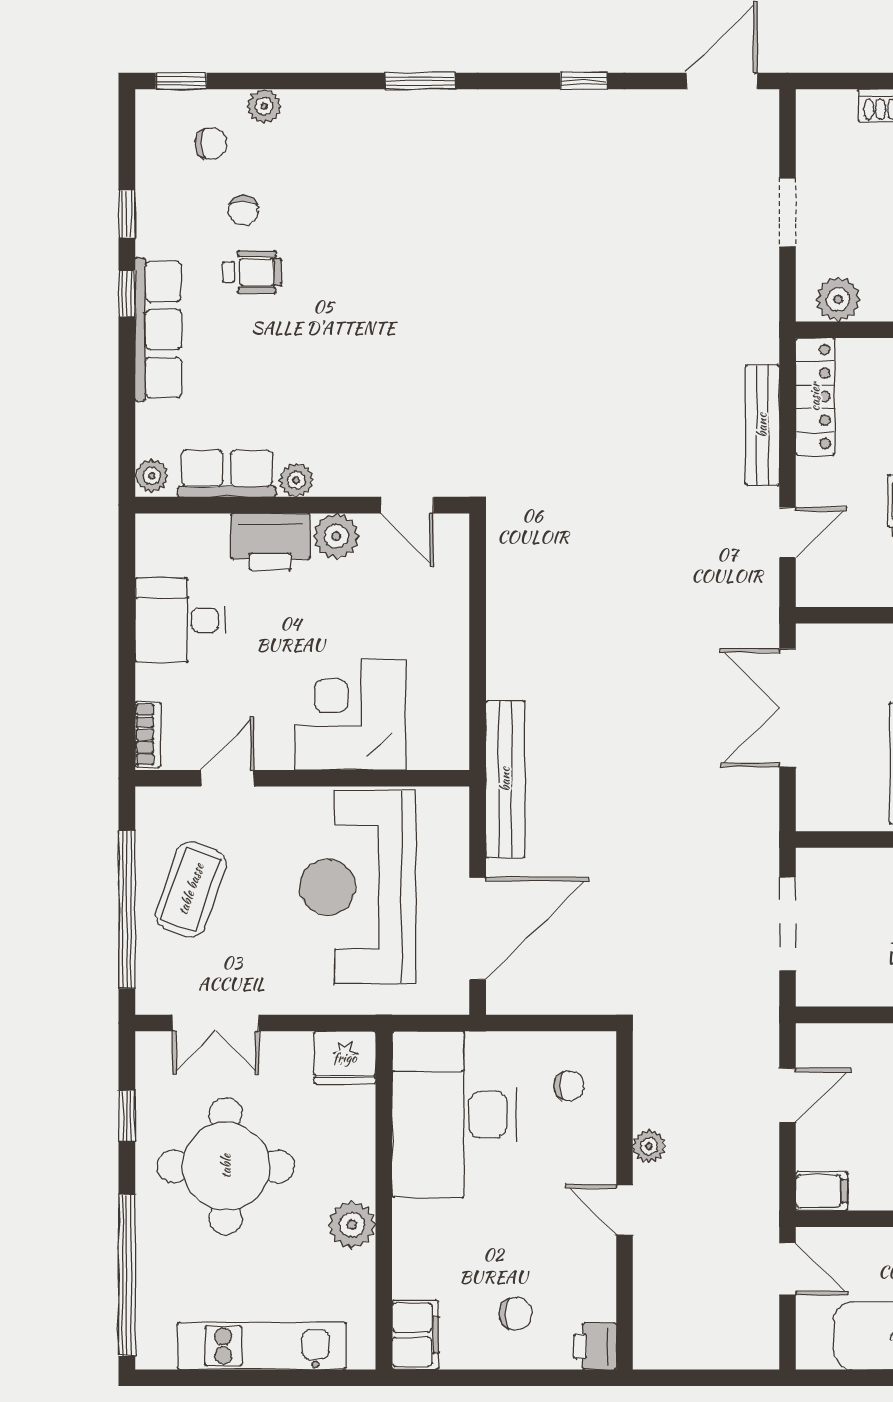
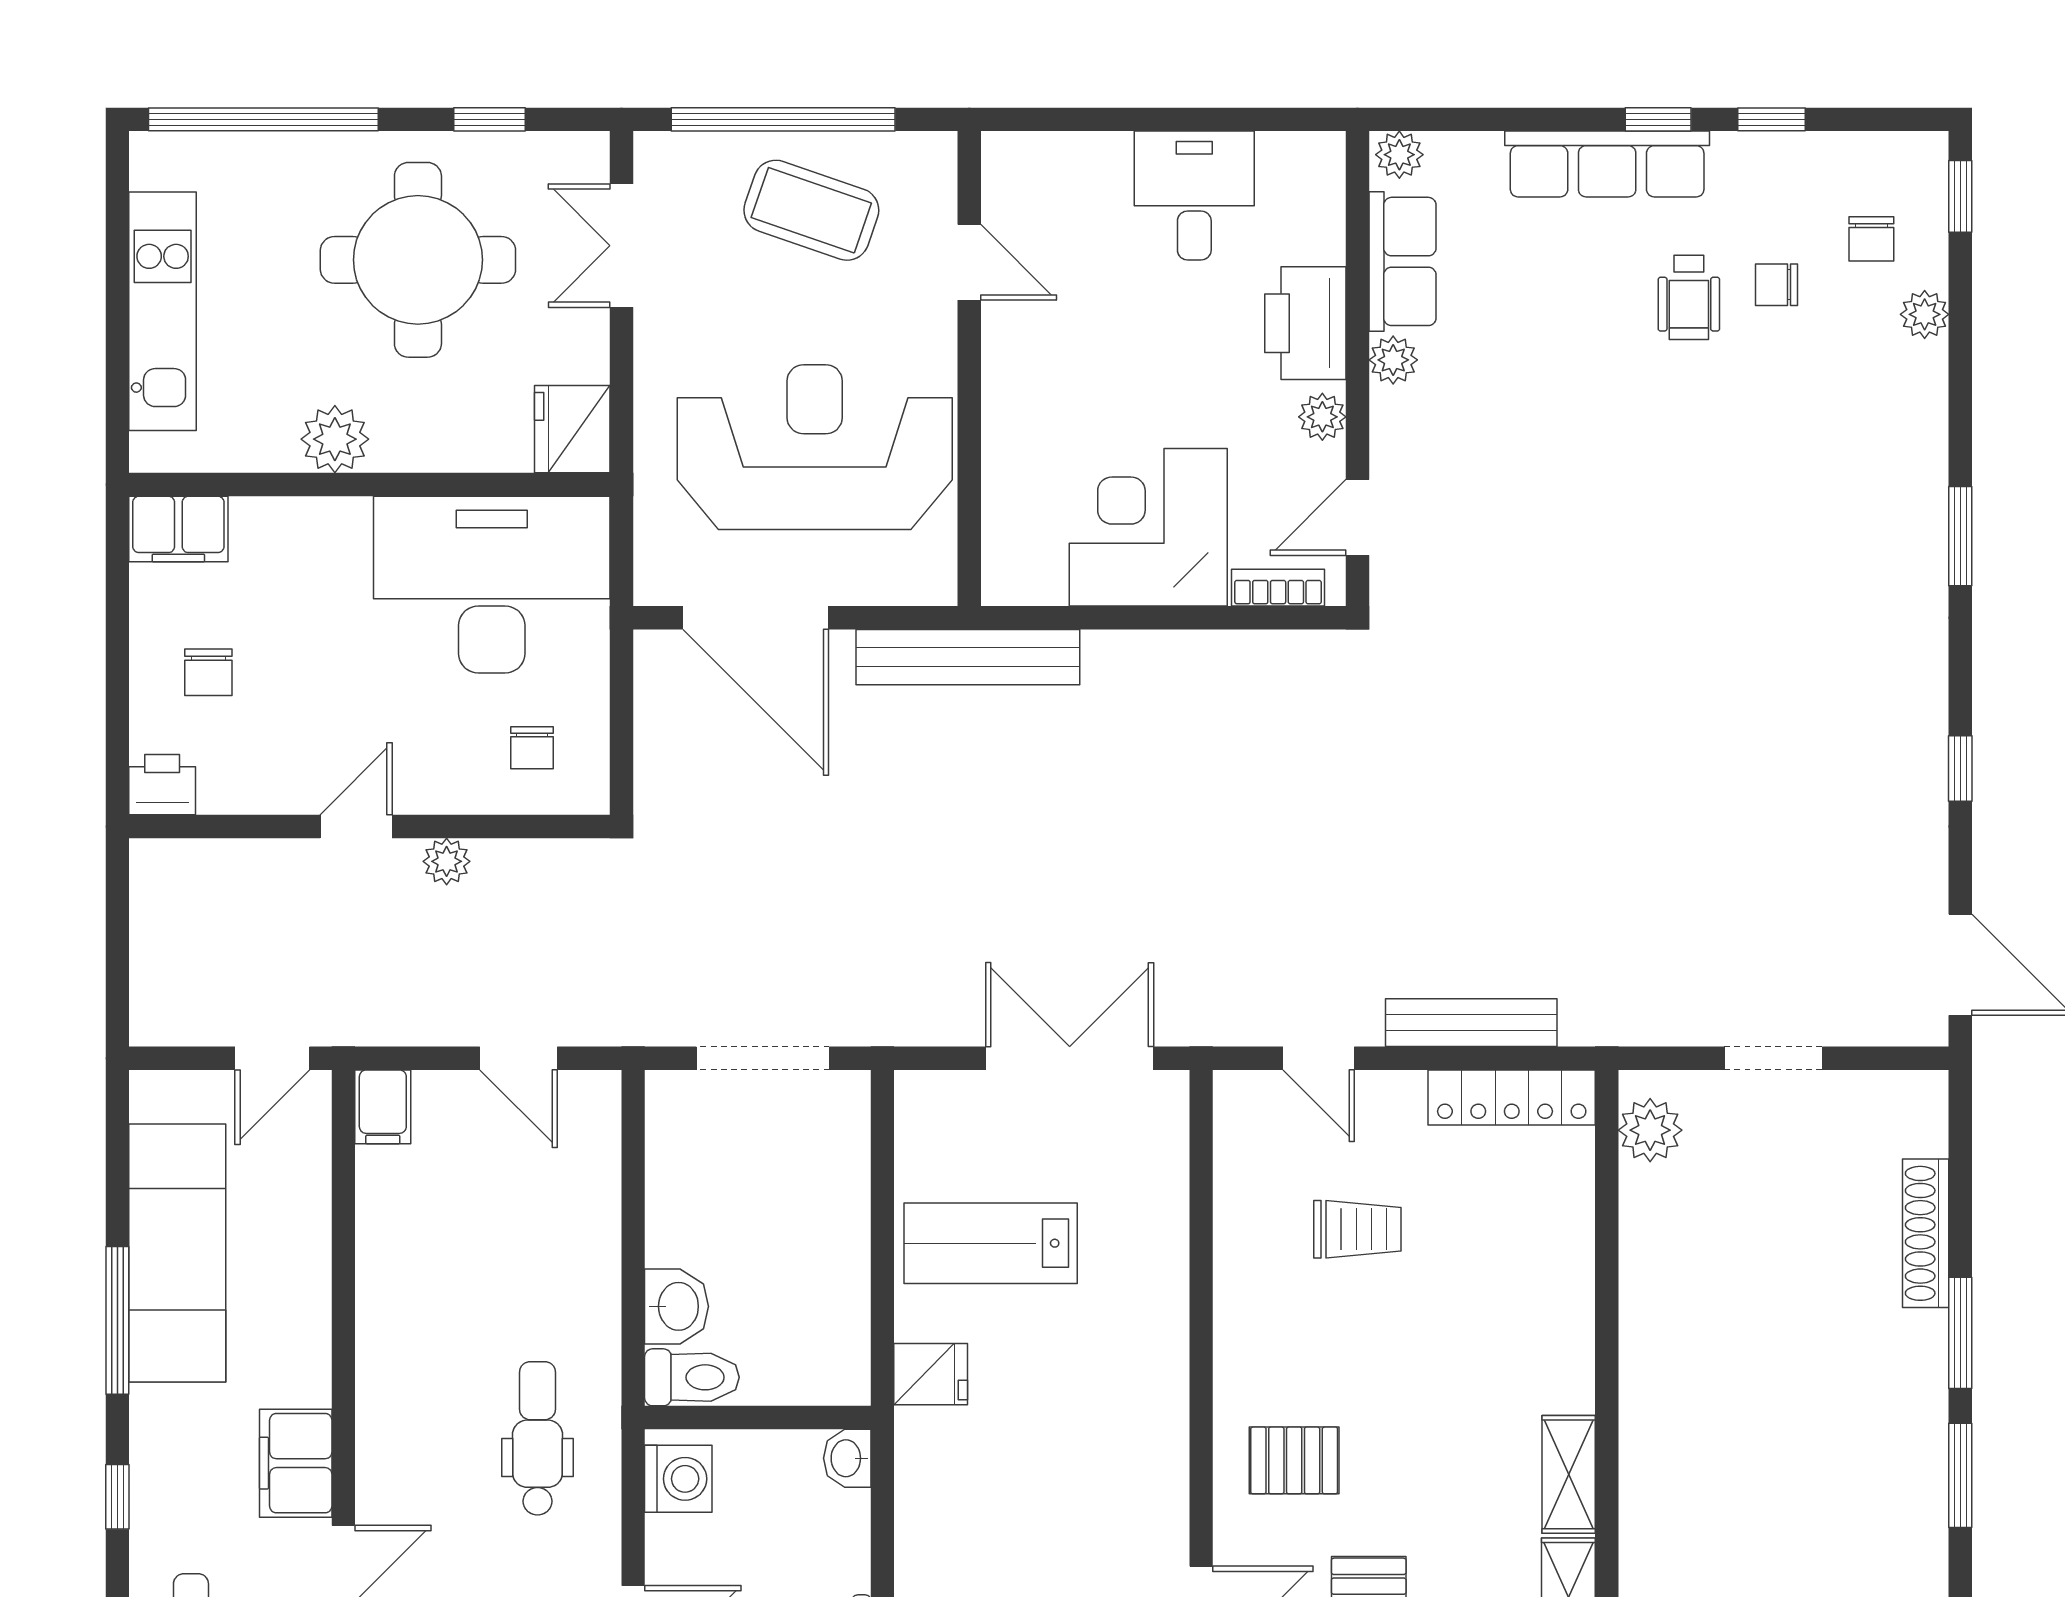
plant: (336, 536) -> (1322, 417), width x0.73, depth x0.73
corner desk: (350, 715) -> (1148, 527), moved, turned -90
bookcase: (148, 735) -> (1278, 588), moved, turned 180

